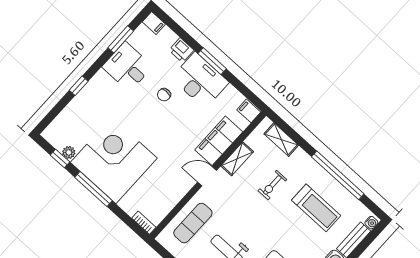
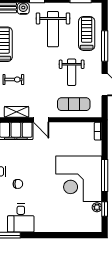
window: (79, 86) -> (56, 235), removed

